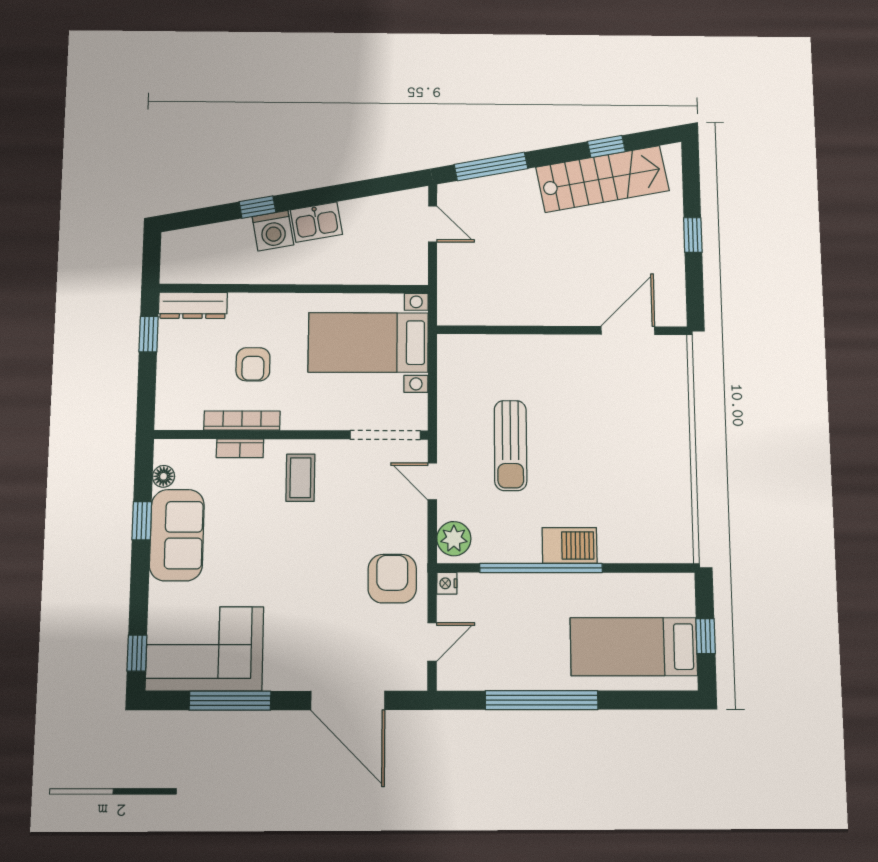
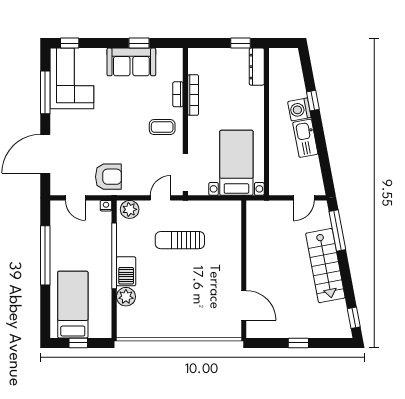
window: (606, 146) -> (354, 318), moved
stairs: (603, 179) -> (325, 266), moved
kitchen sink: (316, 222) -> (305, 138), width x1.38
armchair: (253, 364) -> (224, 100), removed
floor lamp: (164, 476) -> (163, 54), removed
plant: (617, 546) -> (126, 297), added

